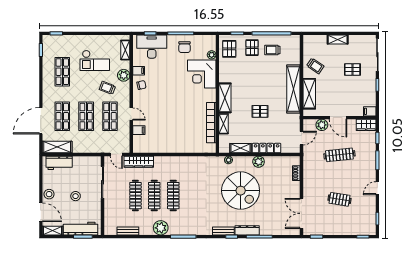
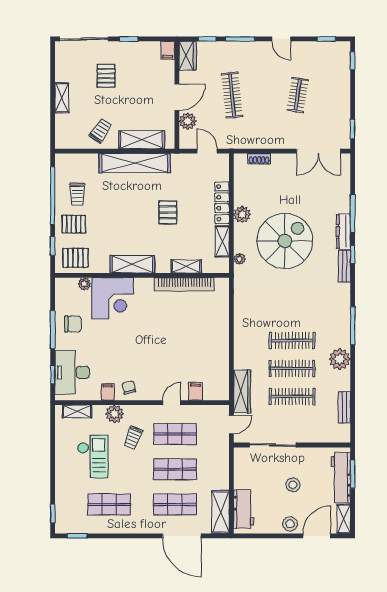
shelving: (225, 98) -> (132, 264), moved

